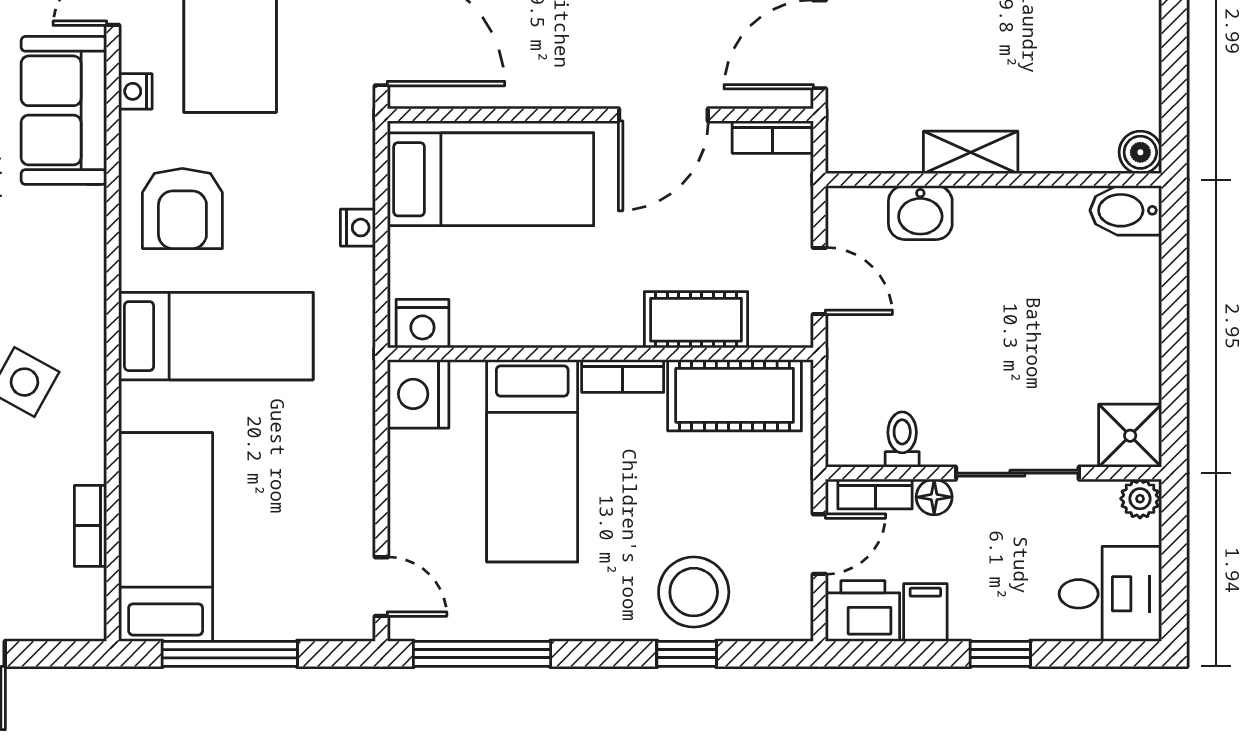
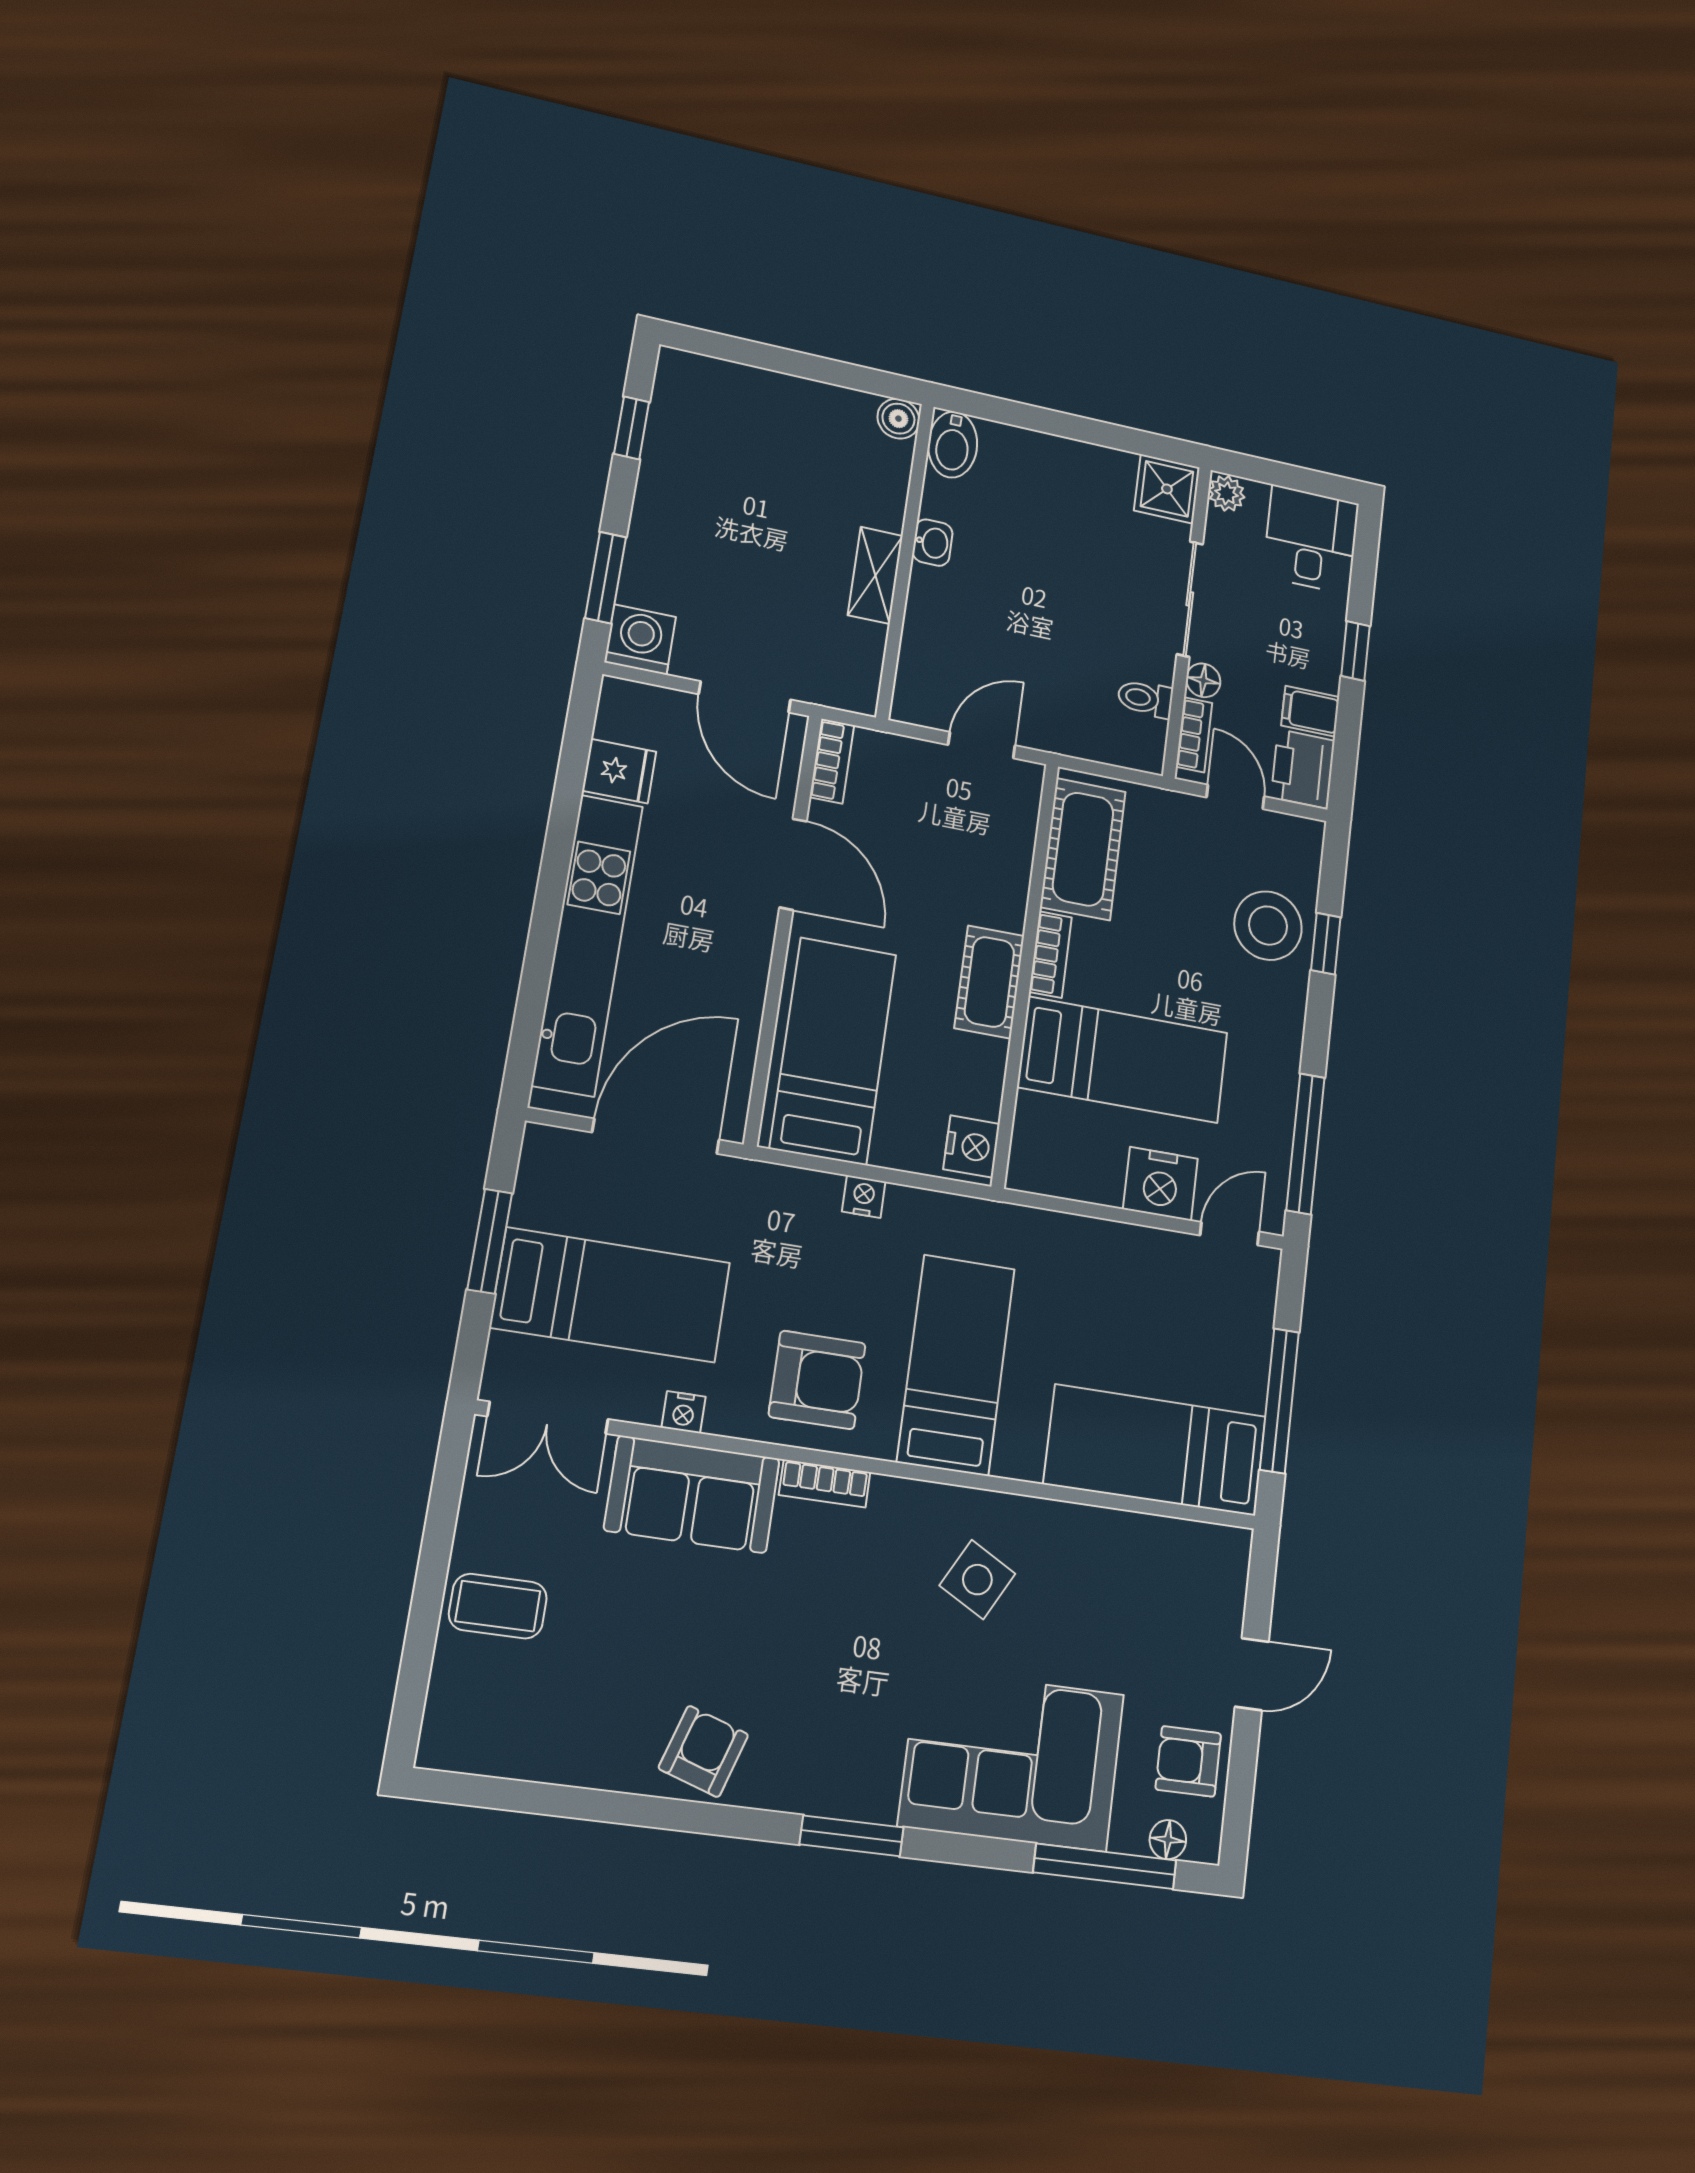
washbasin: (920, 213) -> (933, 543), moved, width x0.72, depth x0.69
cot: (696, 320) -> (989, 982), moved
nightstand: (418, 394) -> (1160, 1184), moved
bookcase: (91, 526) -> (825, 1483), moved

